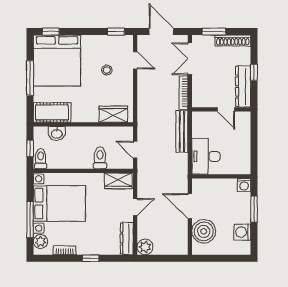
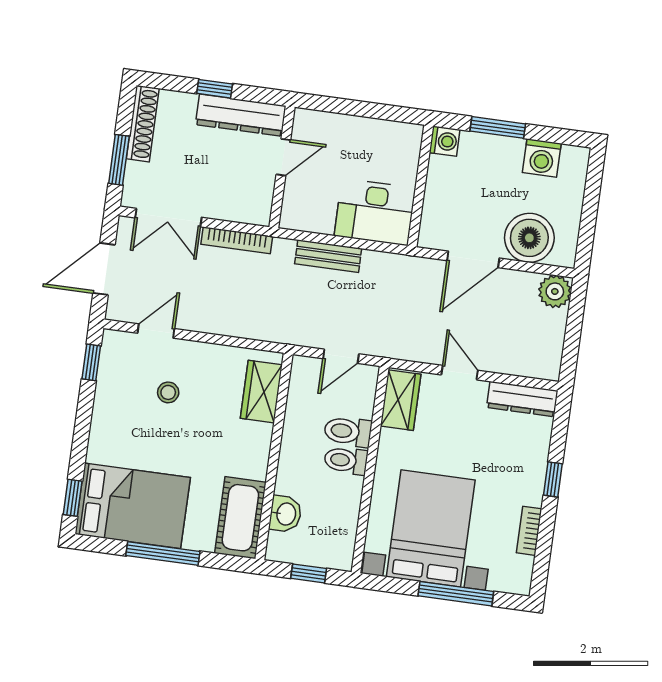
bed: (57, 61) -> (133, 506), width x0.73
bench: (182, 131) -> (328, 256), width x0.73
toilet: (41, 159) -> (346, 460), moved
plant: (41, 241) -> (504, 578), removed
plant: (145, 247) -> (555, 291), moved

